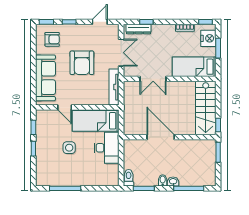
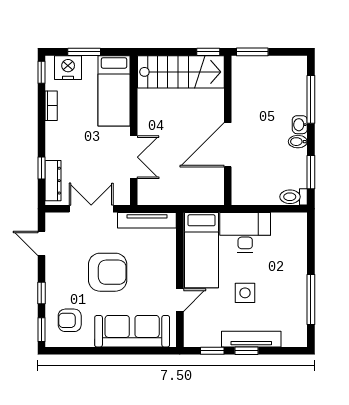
armchair: (52, 39) -> (70, 320), turned -90
tv unit: (41, 152) -> (251, 339), added

